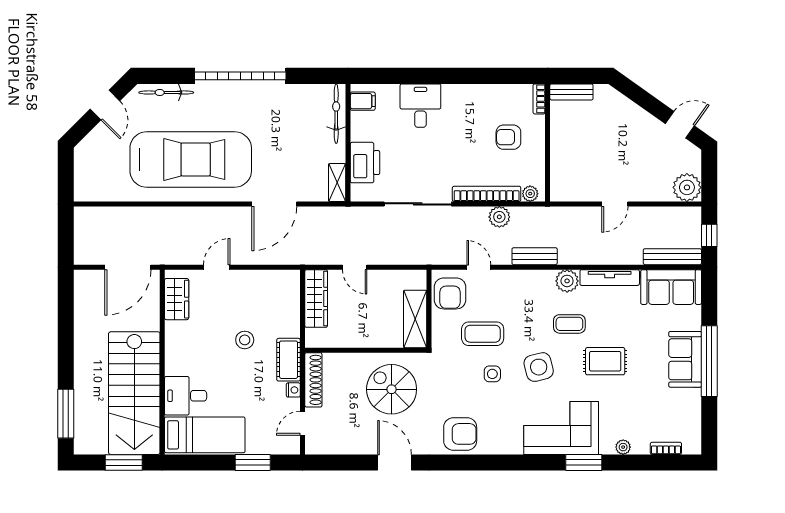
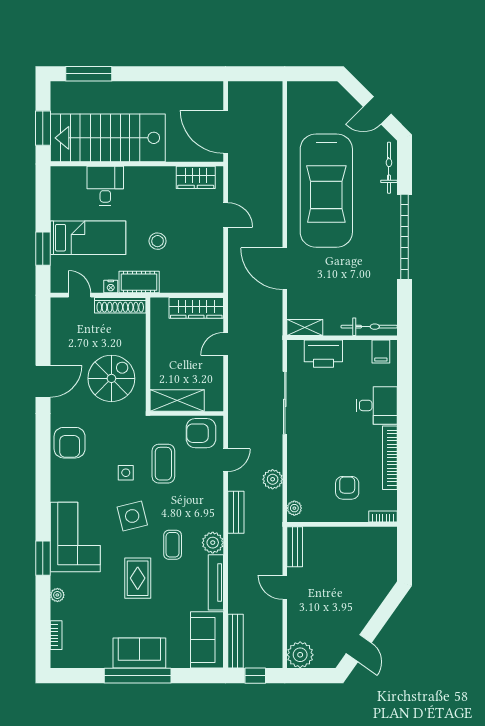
bench: (571, 92) -> (295, 547), moved
bookcase: (487, 194) -> (390, 458), moved, turned 180
bed: (205, 435) -> (88, 238), moved, turned -90

